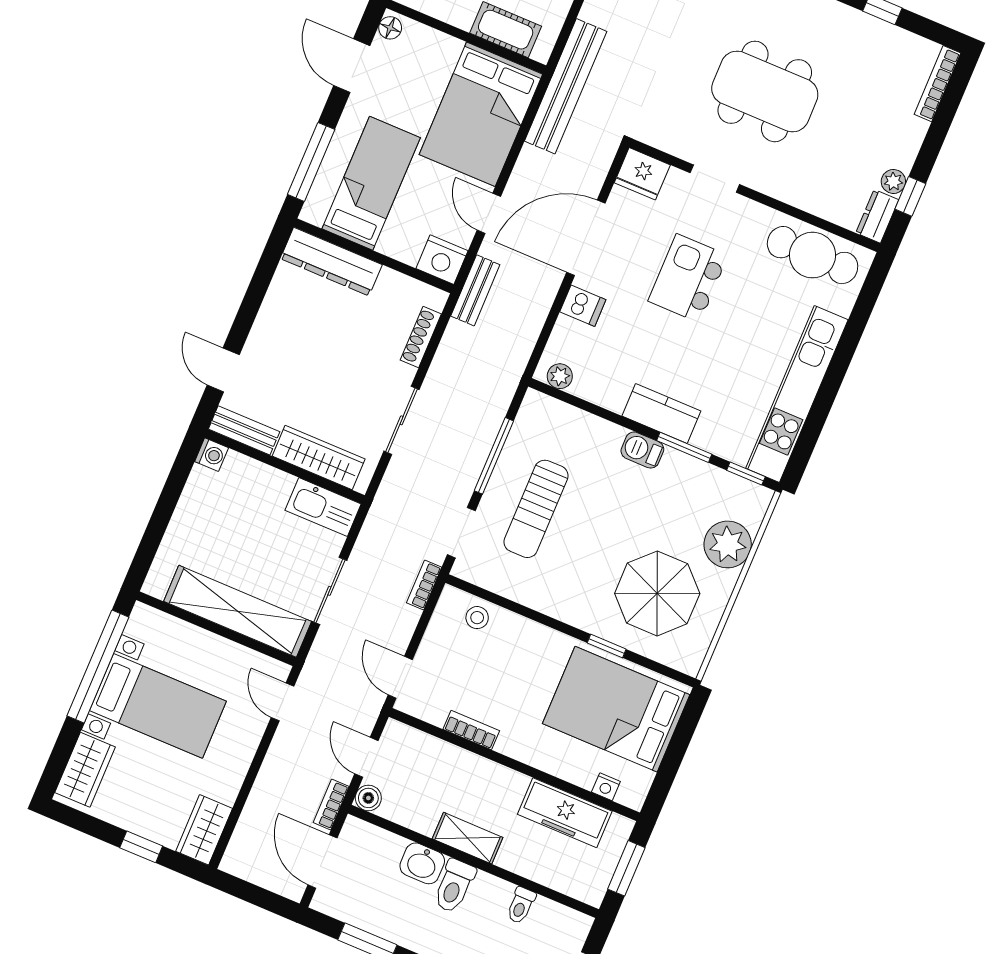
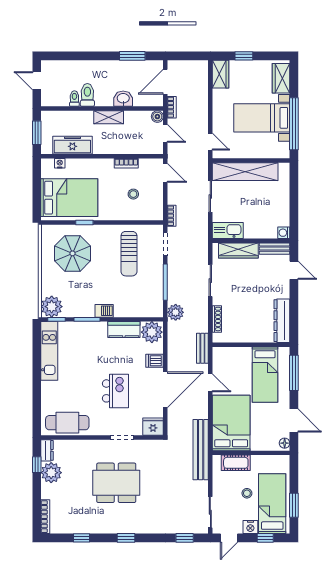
plant: (893, 181) -> (51, 473), width x1.88, depth x1.88
nightstand: (442, 260) -> (222, 355), removed
dresser: (331, 262) -> (282, 321), moved, turned -90
plant: (560, 376) -> (152, 332), width x1.87, depth x1.87
plant: (499, 386) -> (176, 312), added
kitchen unit: (797, 394) -> (49, 351), width x0.73
kitchen counter: (661, 414) -> (124, 330), moved
sun lounger: (536, 509) -> (129, 254), moved, turned 180
plant: (728, 544) -> (52, 307), moved
stool: (477, 618) -> (133, 194), moved
door: (322, 861) -> (165, 82), swing flipped
toilet: (454, 886) -> (87, 95), moved

